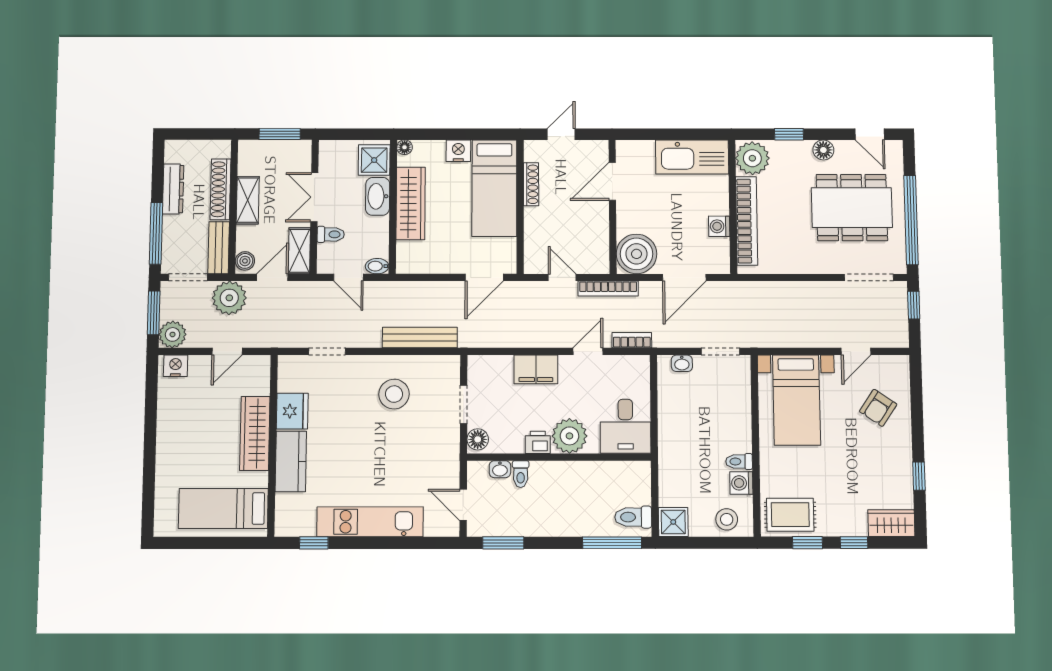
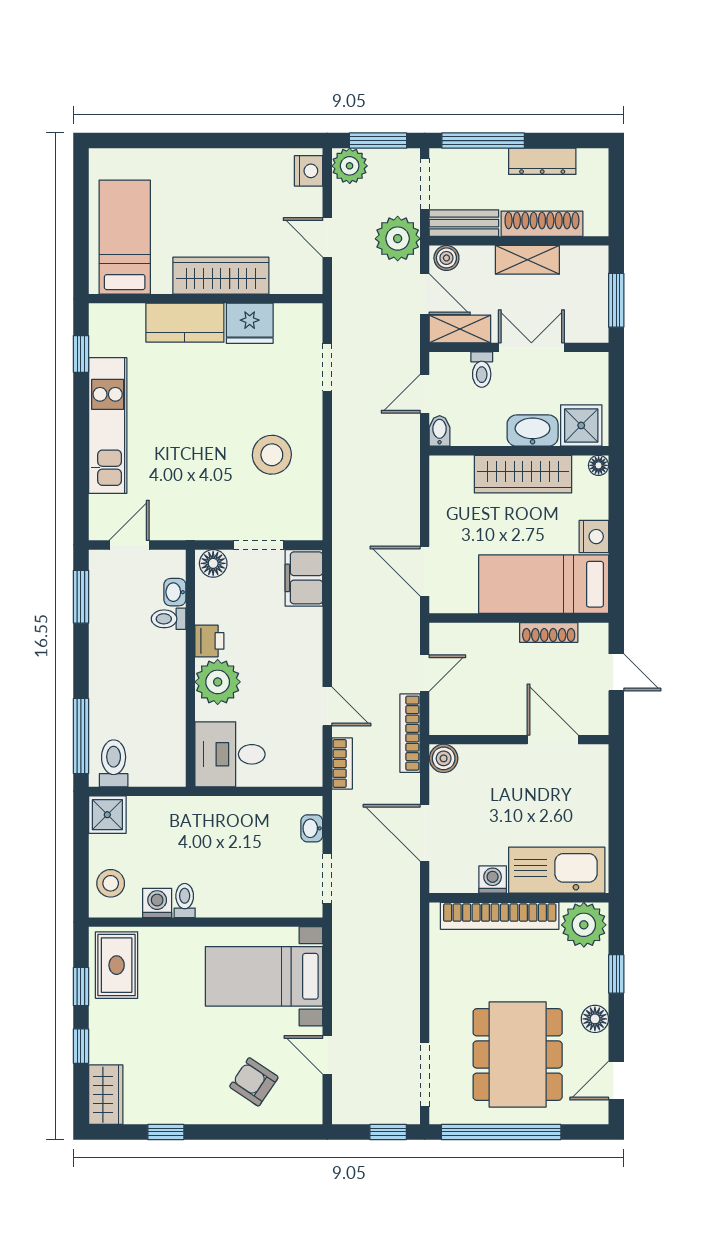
kitchen sink: (692, 157) -> (557, 870), moved, turned 90
boiler: (636, 254) -> (444, 758), width x0.54, depth x0.54
bench: (420, 338) -> (345, 488), removed
filing cabinet: (536, 369) -> (304, 578), moved

